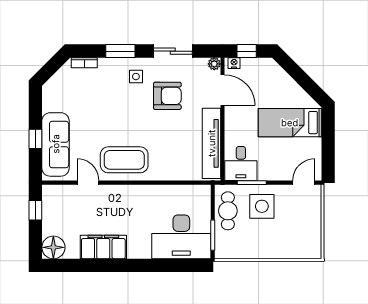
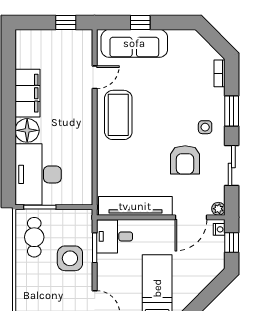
cafe table: (228, 211) -> (34, 237), moved, turned 90
floor lamp: (53, 247) -> (27, 130), moved

